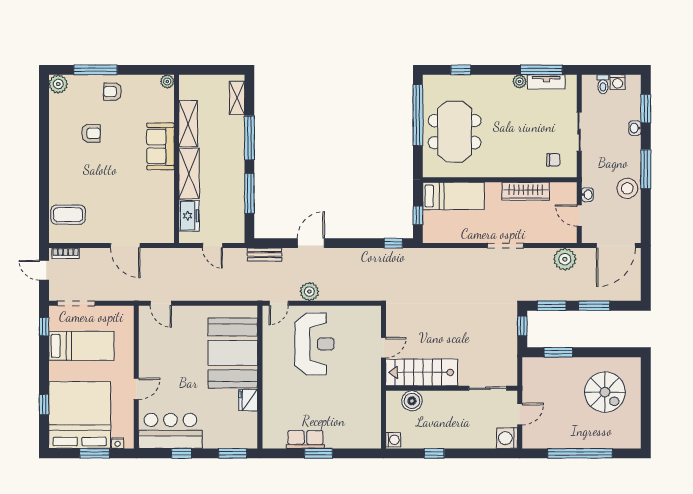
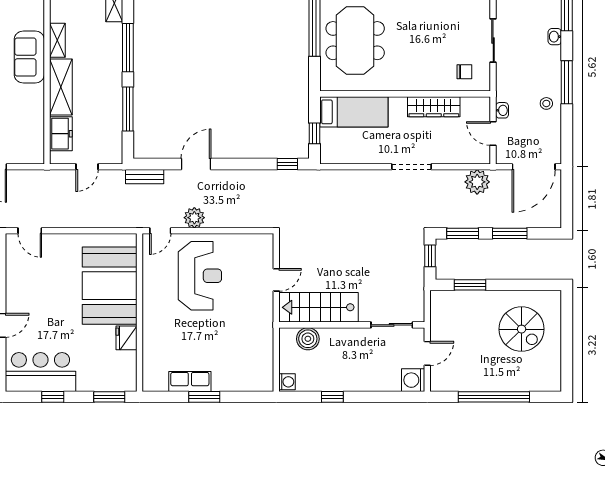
shelving: (188, 124) -> (57, 40), width x0.67, depth x0.75
stool: (627, 188) -> (546, 103), width x0.53, depth x0.53
door: (213, 246) -> (87, 167), hinge flipped

